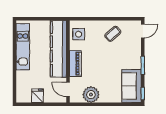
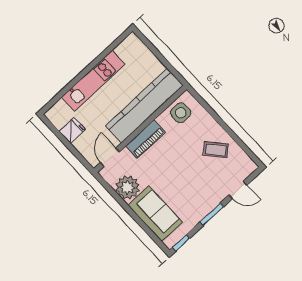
door: (143, 31) -> (238, 190), moved
kitchen unit: (23, 47) -> (93, 81), moved
sofa: (132, 86) -> (155, 214), moved, turned 90

